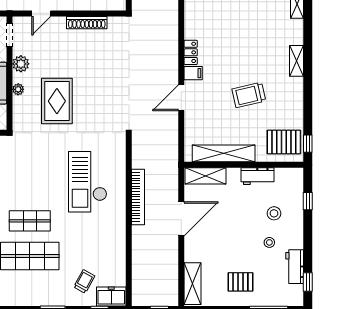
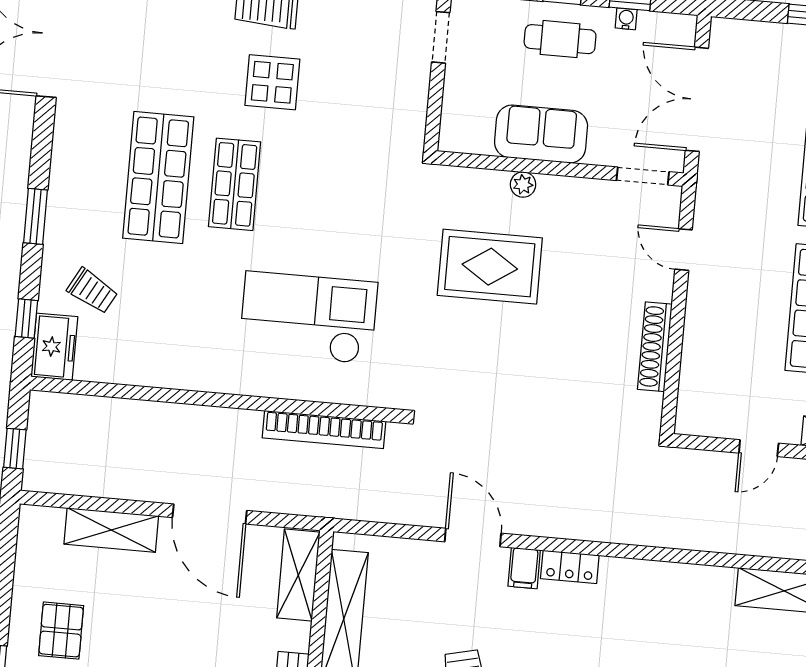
plant: (21, 64) -> (578, 195), removed
bookcase: (138, 197) -> (324, 430), moved
shelving: (193, 284) -> (111, 530), moved

